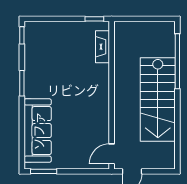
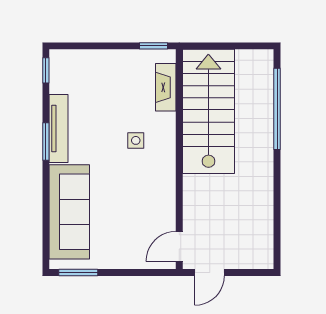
tv unit: (30, 74) -> (58, 128), added
side table: (82, 82) -> (136, 140), added
stairs: (158, 99) -> (208, 111), moved, turned 180

